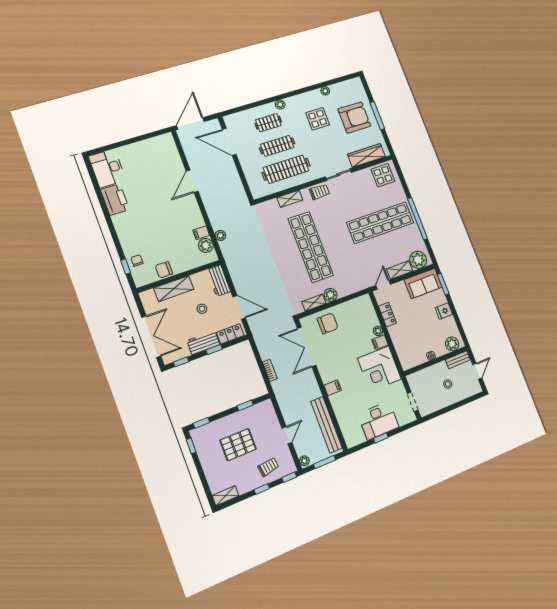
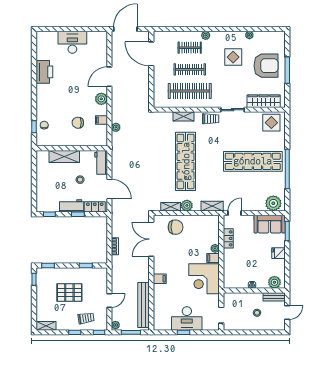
desk: (107, 168) -> (72, 42), moved, turned 90
plant: (206, 245) -> (101, 99), moved
chair: (164, 270) -> (78, 123), moved
shelving: (400, 270) -> (212, 206), moved
double door: (151, 337) -> (34, 187), removed

